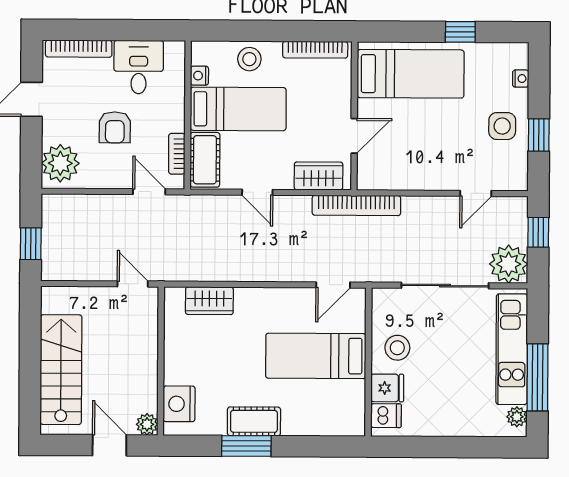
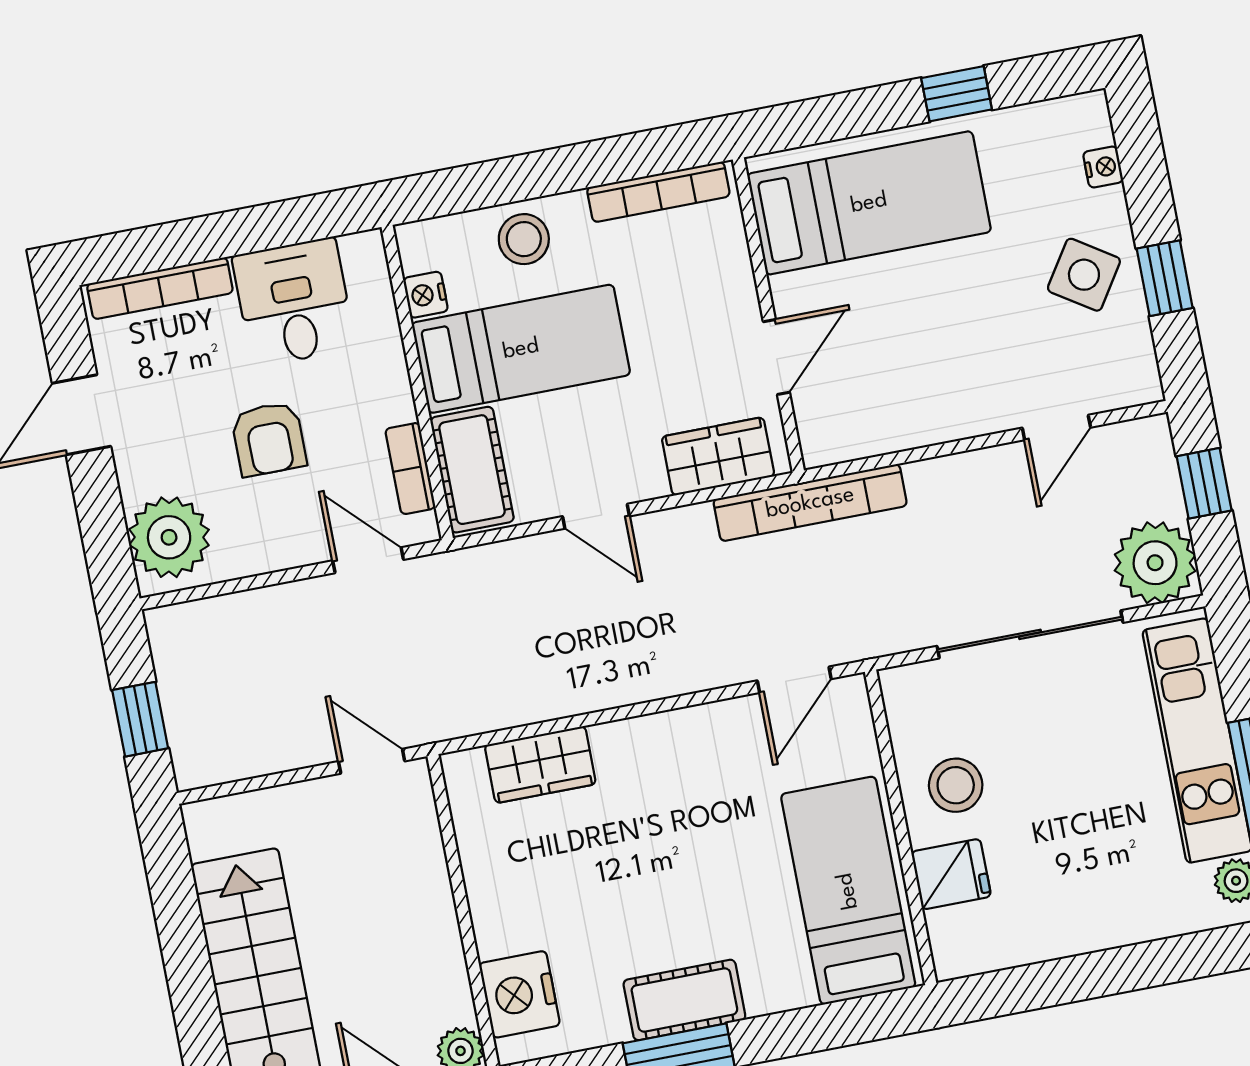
side table: (502, 126) -> (1084, 275), turned 33
bed: (316, 356) -> (848, 891), moved, turned 90
dishwasher: (386, 416) -> (960, 933), removed

